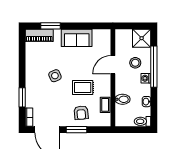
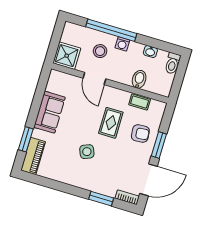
shower: (142, 38) -> (67, 56), moved

